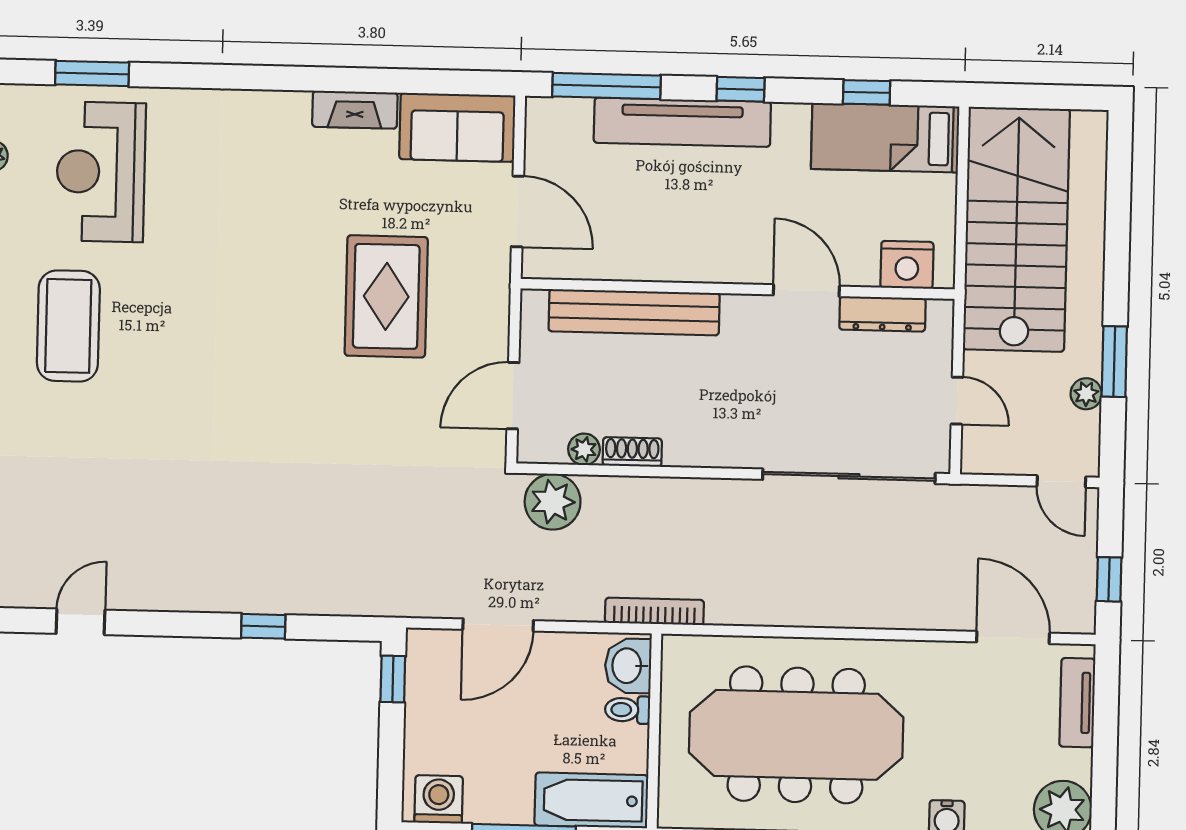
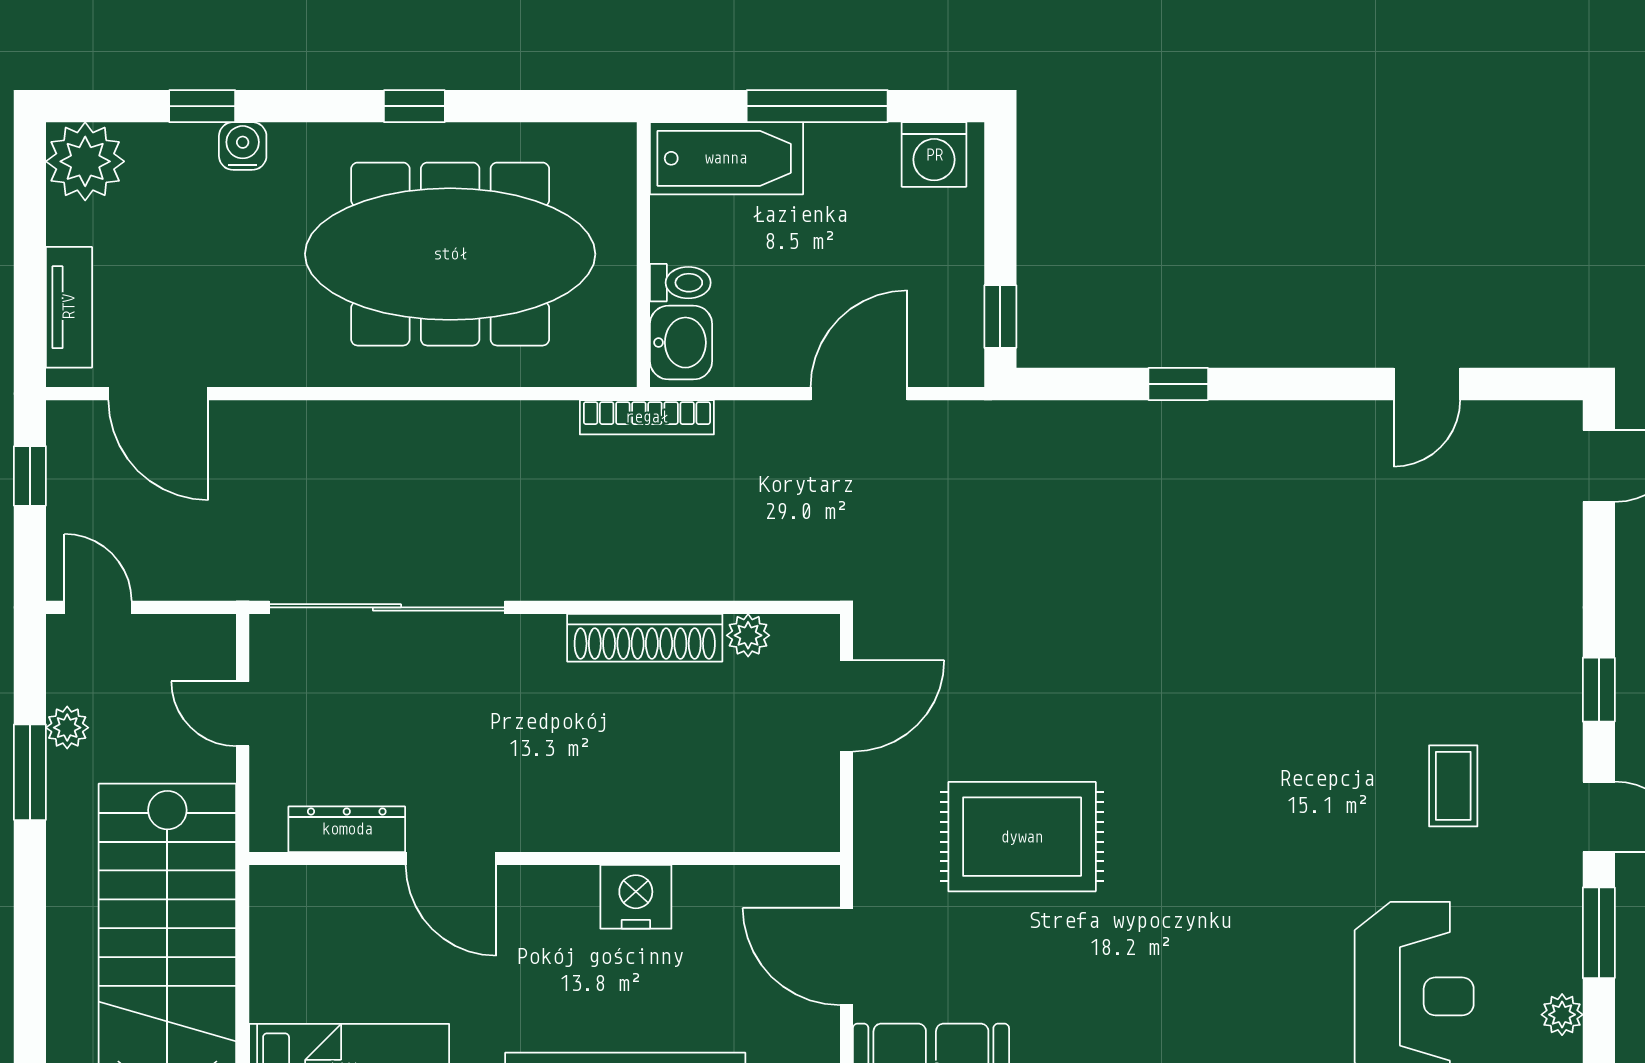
nightstand: (907, 265) -> (636, 897), moved
rug: (386, 296) -> (1022, 837), turned 90
bench: (634, 312) -> (685, 823), removed
coffee table: (68, 326) -> (1453, 786), width x0.54, depth x0.58
shoe rack: (632, 452) -> (645, 638), width x1.94, depth x1.24
plant: (553, 502) -> (789, 563), removed

